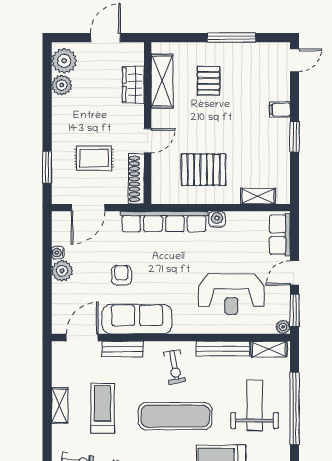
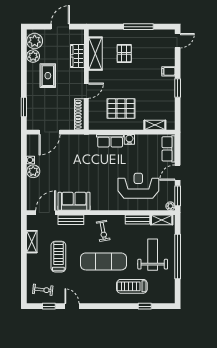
rug: (94, 158) -> (48, 76), moved, turned 90
row of seats: (164, 221) -> (110, 141), width x0.50
armchair: (121, 275) -> (70, 174), removed
reception desk: (231, 294) -> (138, 186), turned 180
sofa: (137, 319) -> (74, 201), width x0.73
bench: (223, 349) -> (137, 220), width x0.73
shelving: (60, 406) -> (32, 242), moved

